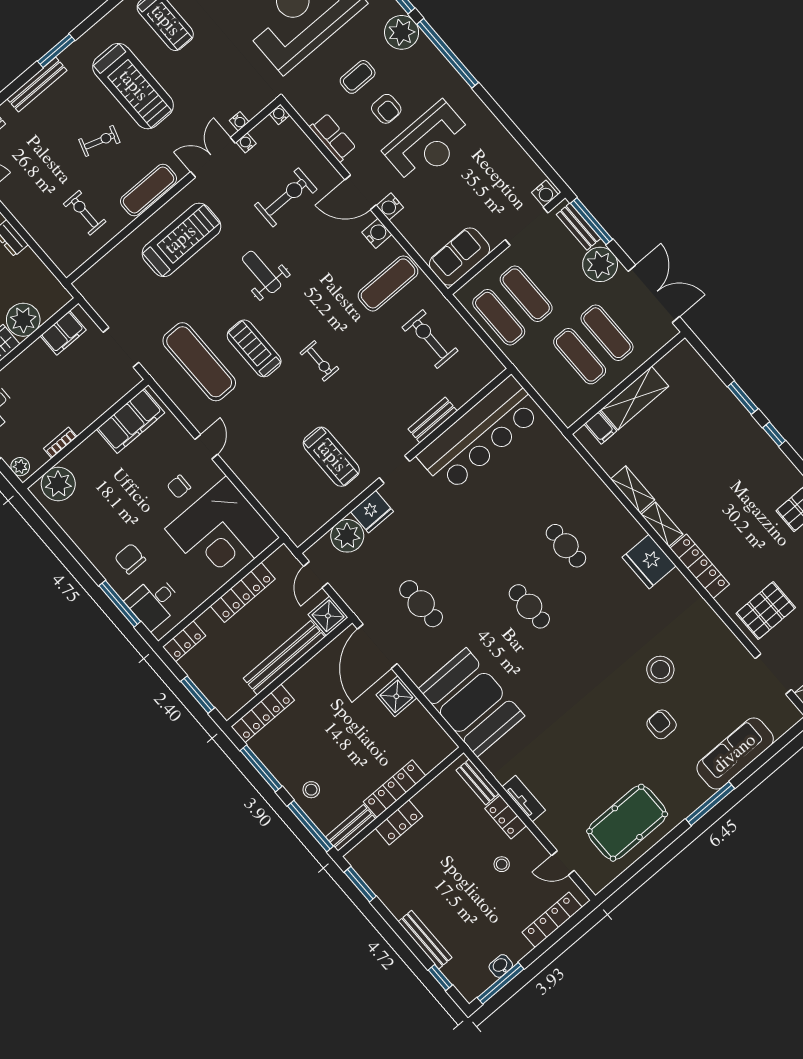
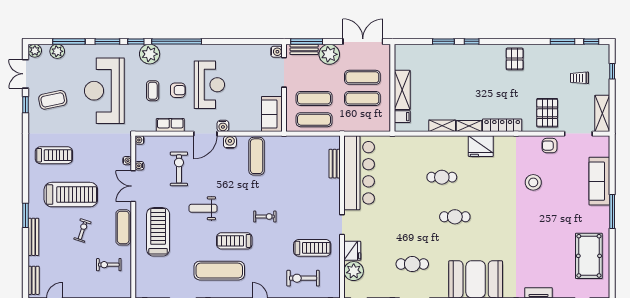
exercise bike: (430, 339) -> (303, 278), moved
bench: (433, 420) -> (335, 164), moved
armchair: (662, 724) -> (550, 146), moved

